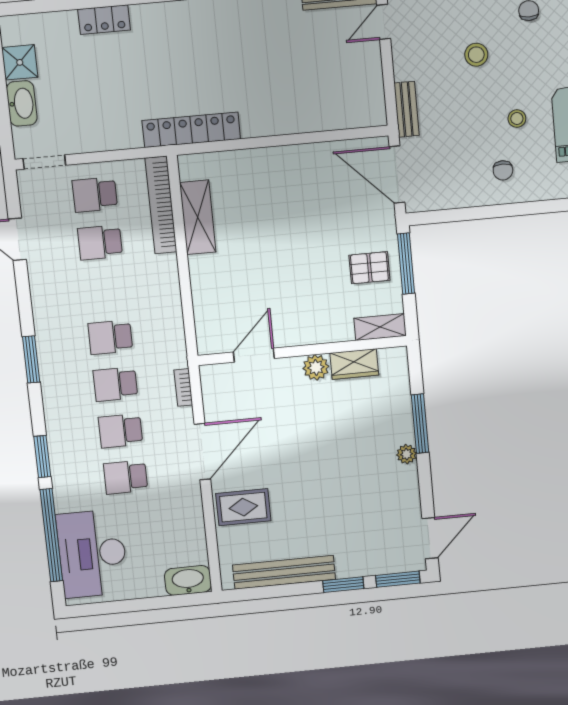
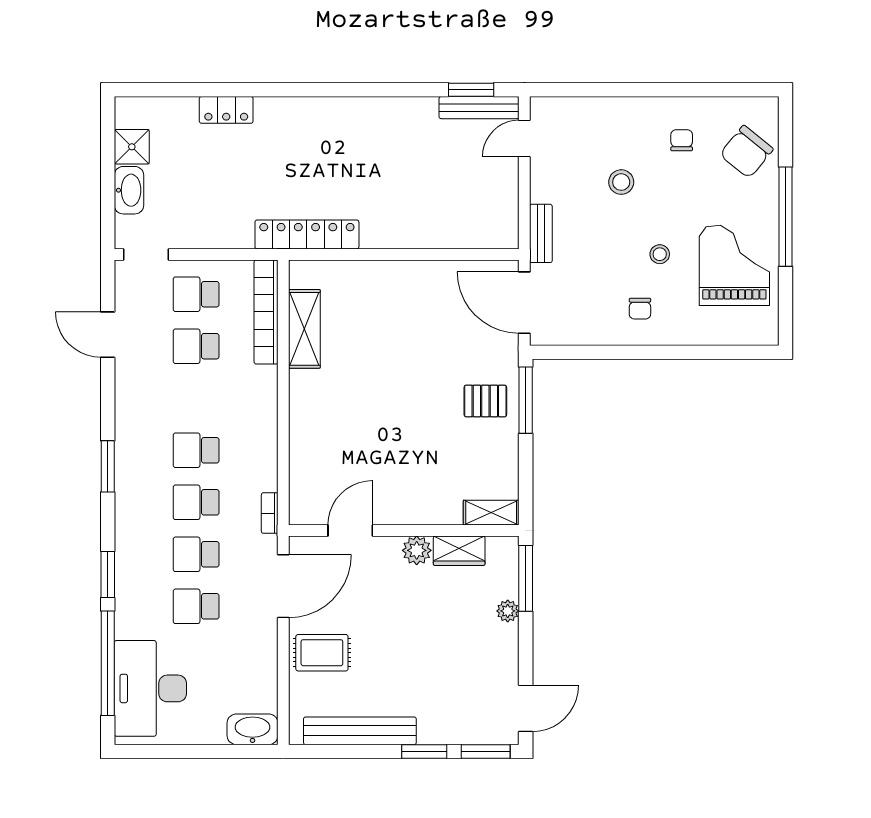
shelving: (380, 327) -> (491, 513), moved
wall: (302, 351) -> (404, 530), moved
door: (254, 355) -> (350, 530), moved
wardrobe: (354, 364) -> (459, 551), moved
plant: (316, 367) -> (417, 550), moved

